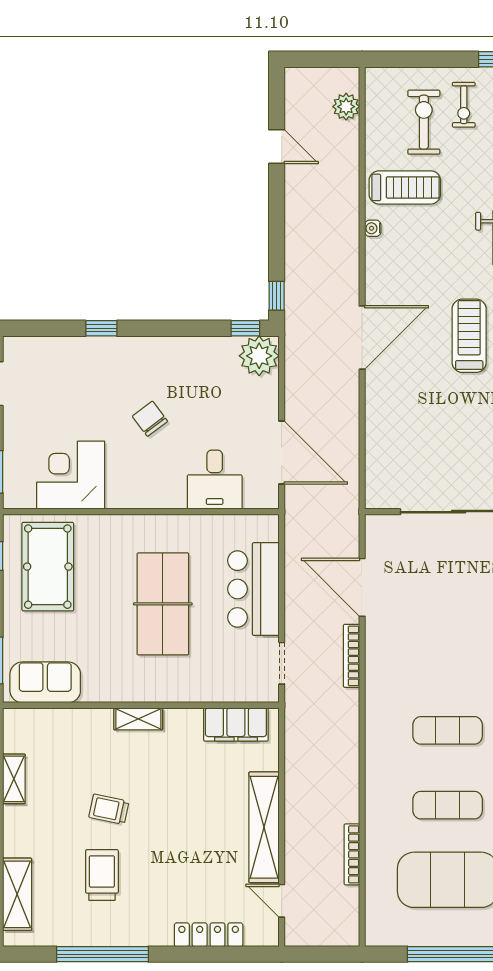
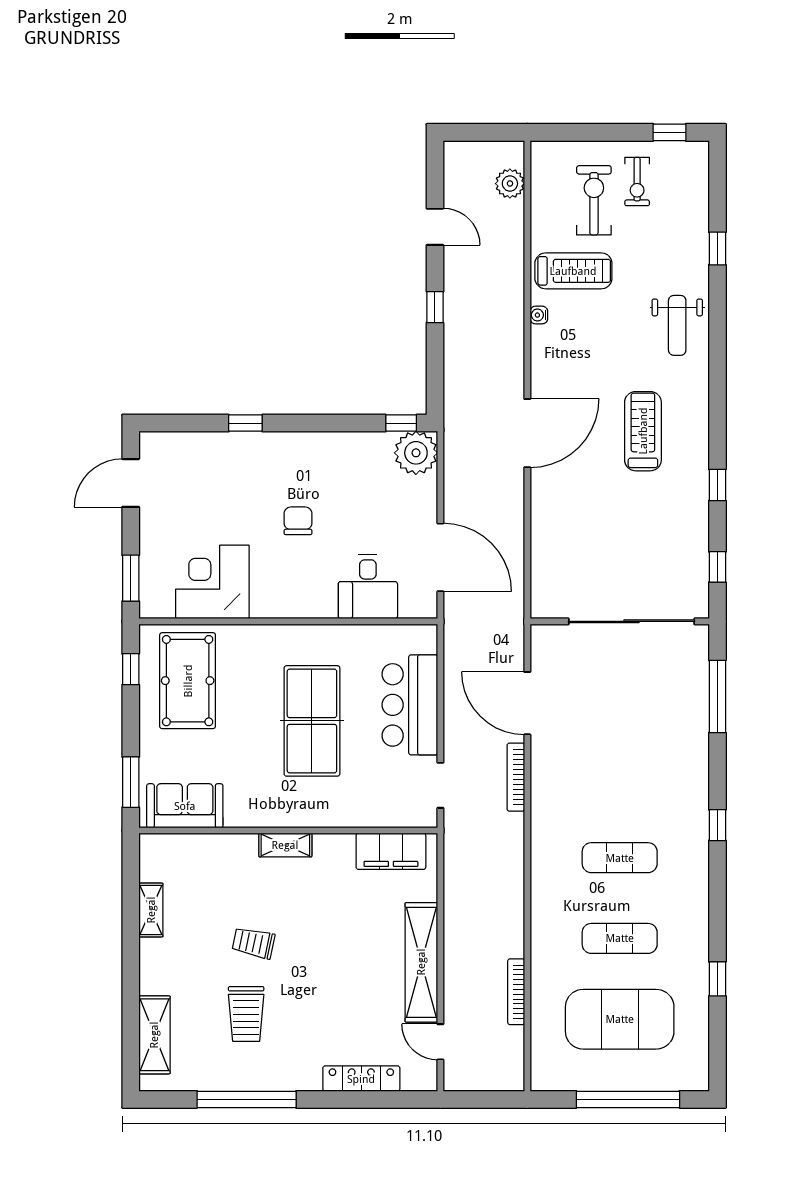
window: (277, 296) -> (435, 307), moved
chair: (150, 419) -> (298, 521), turned 37
trolley: (102, 875) -> (246, 1014), turned 180

